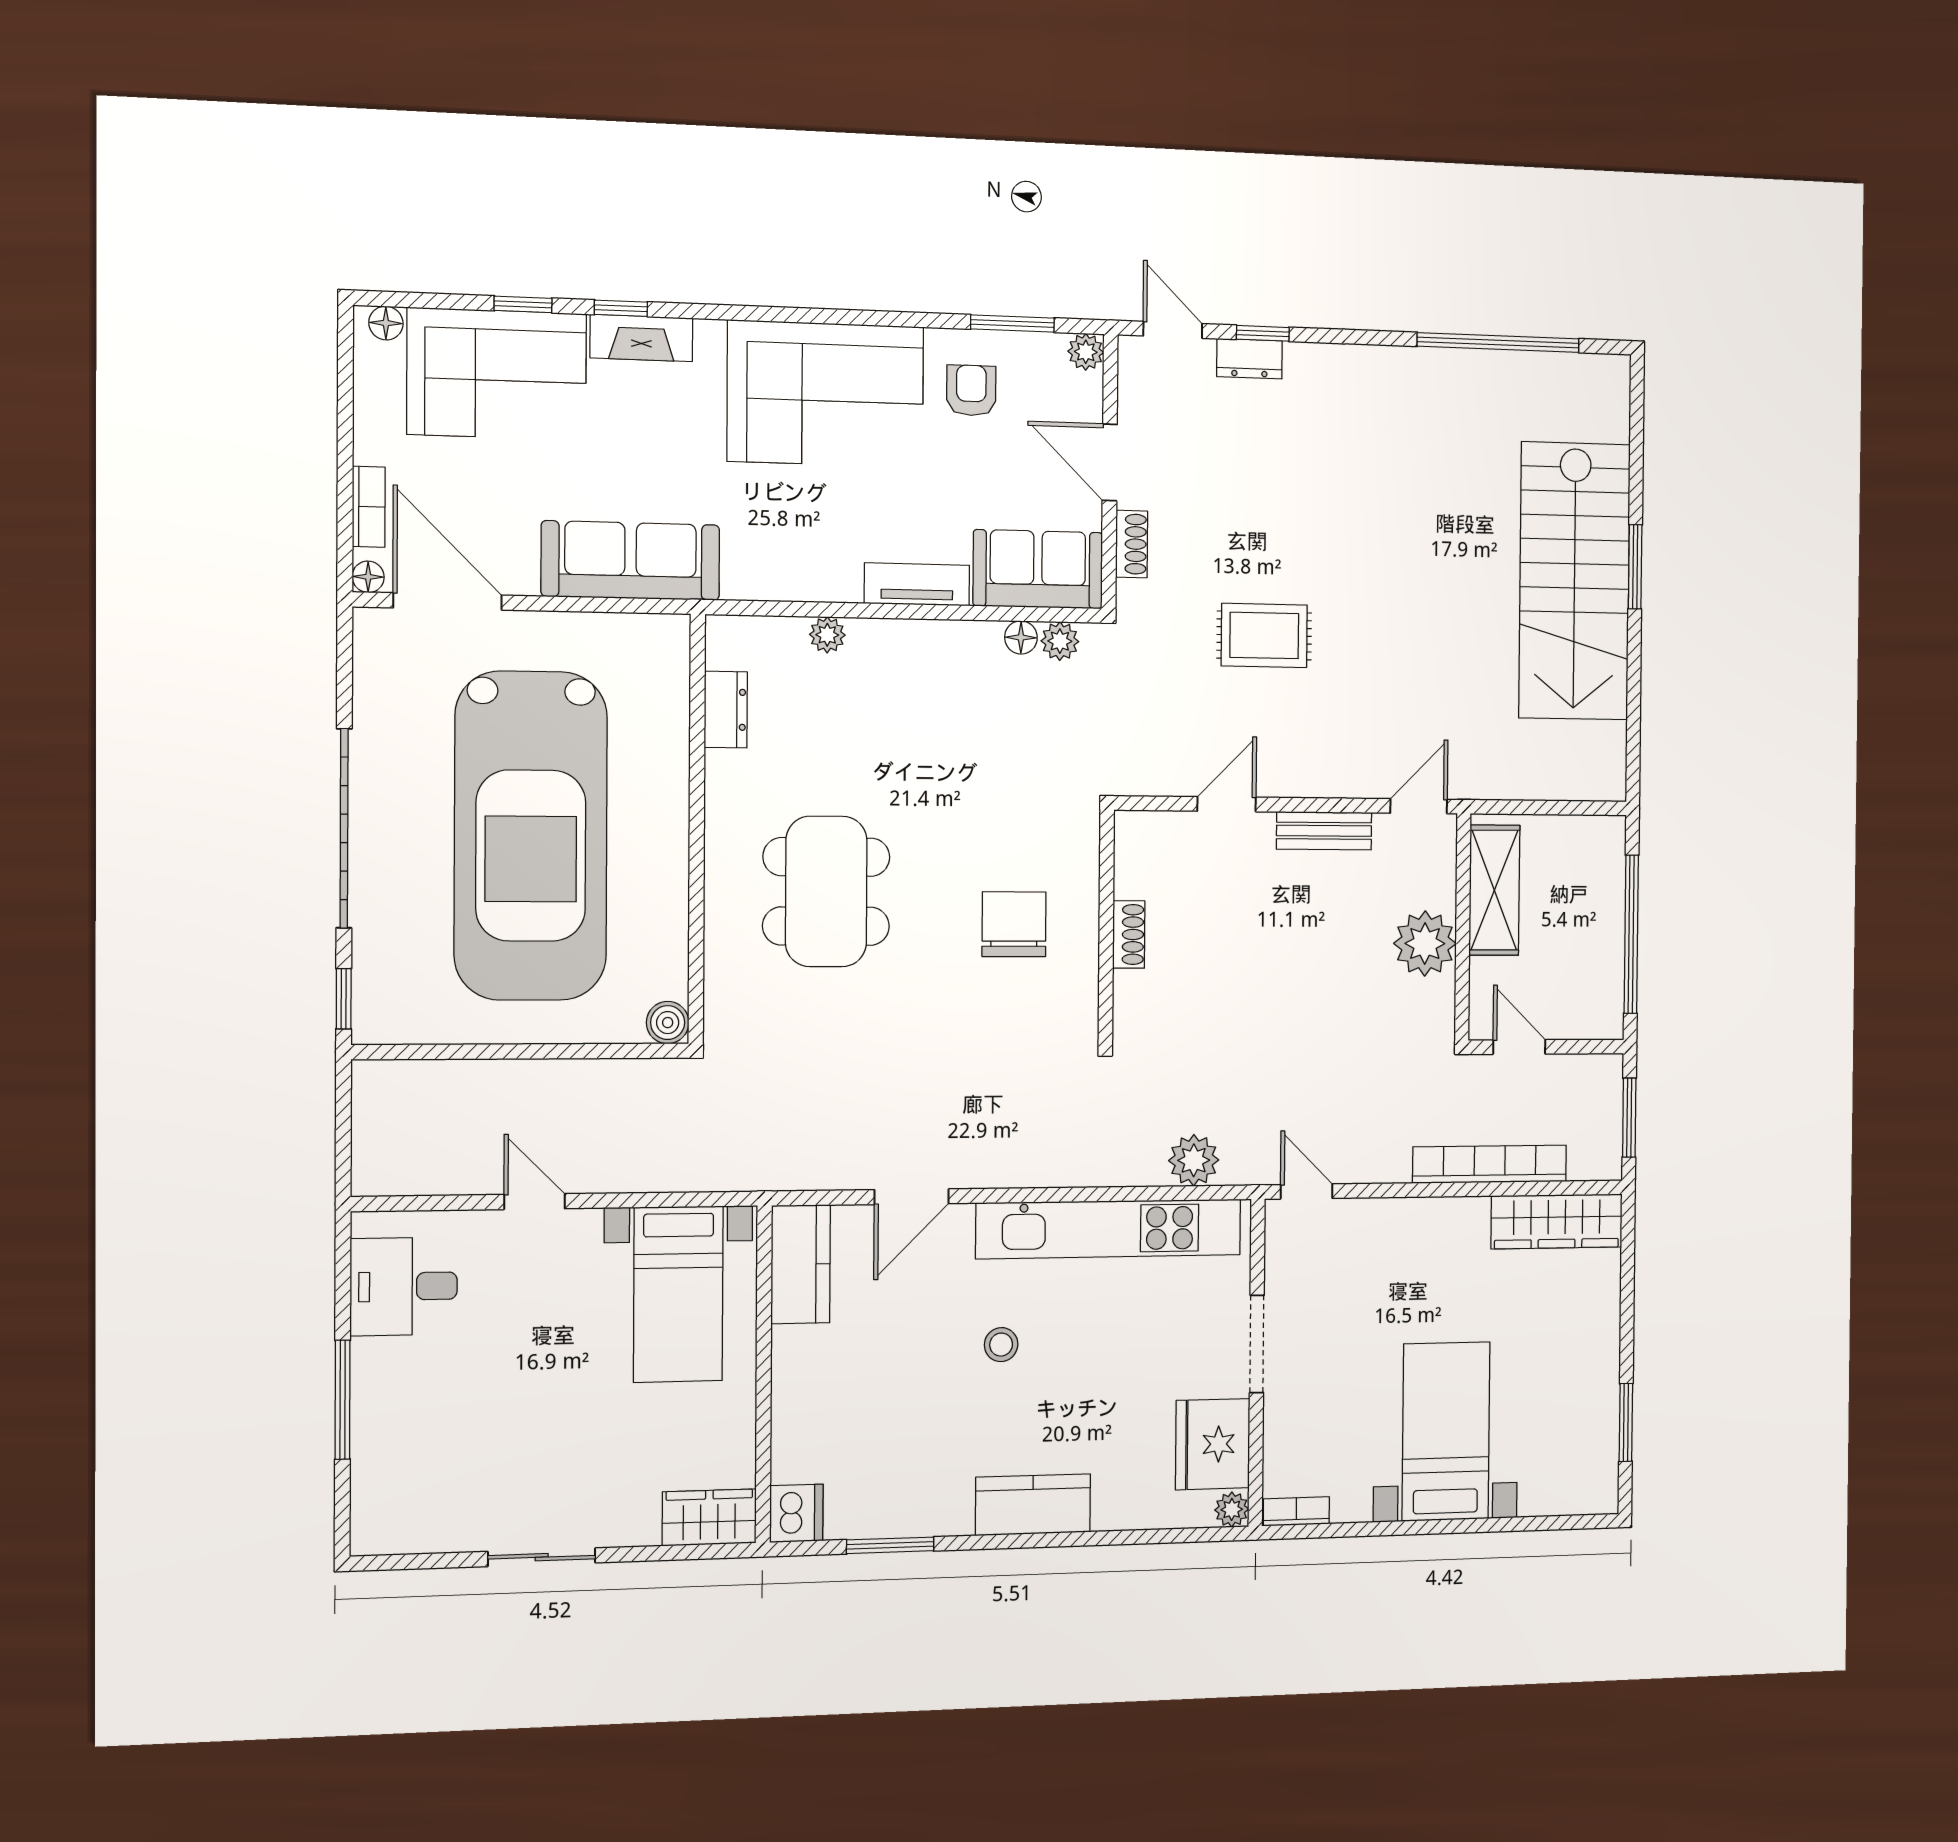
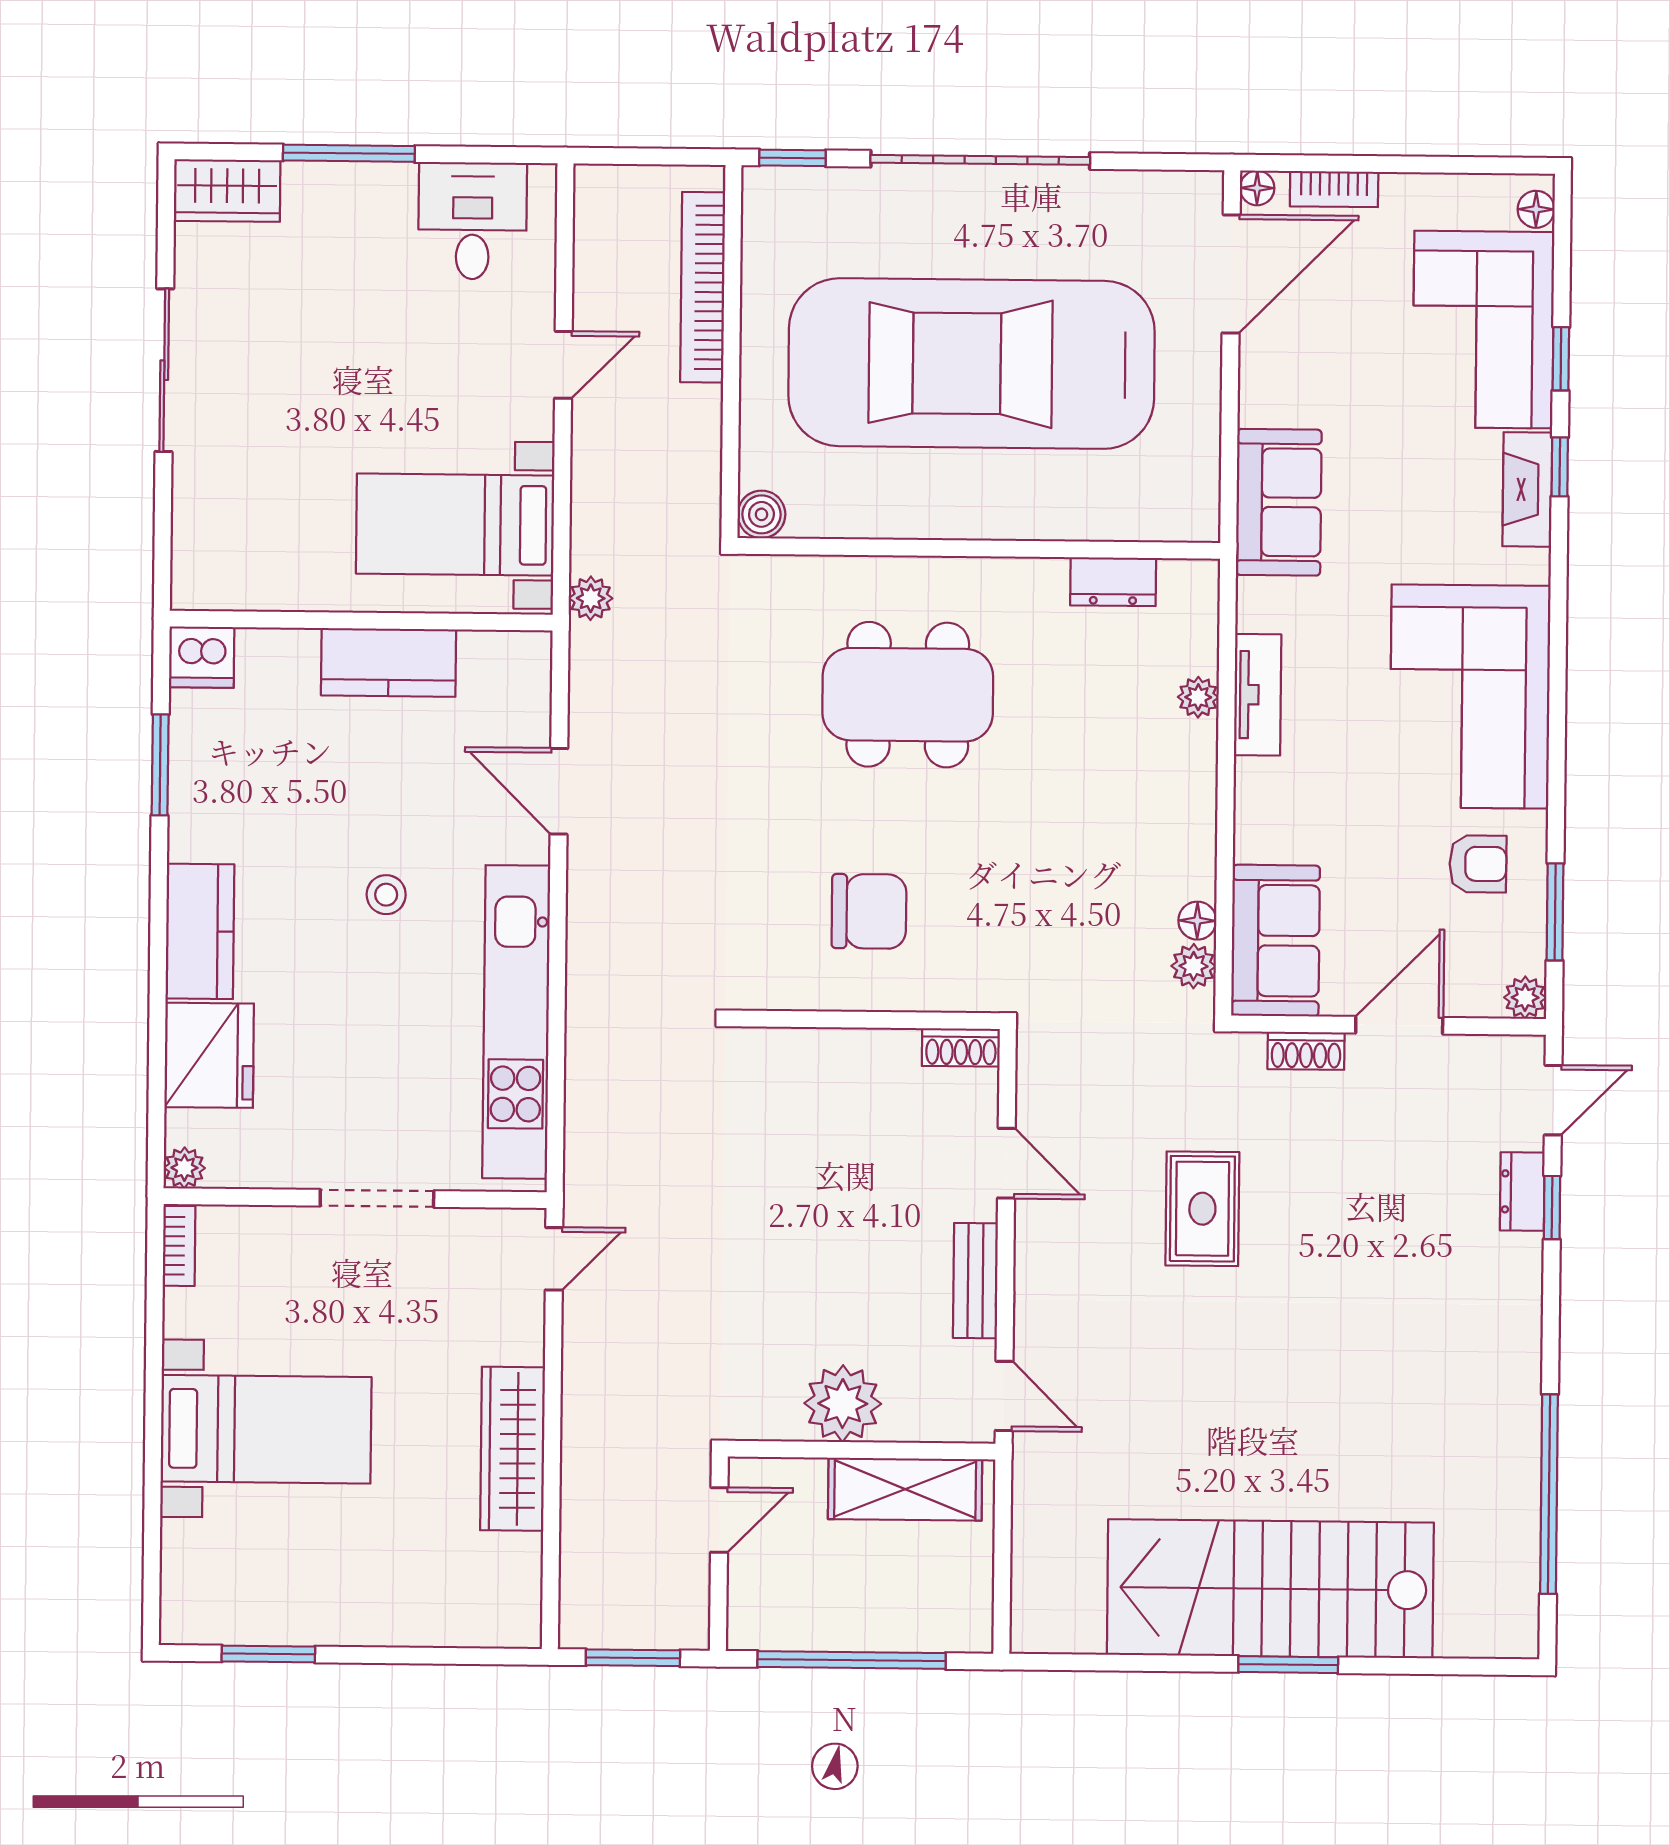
sofa: (631, 561) -> (1279, 502), width x0.73
tv unit: (917, 584) -> (1258, 695), moved
shoe rack: (1129, 934) -> (961, 1047), moved
plant: (1194, 1160) -> (591, 598), moved, width x0.73, depth x0.73
bookcase: (1490, 1164) -> (703, 287), moved, turned 180
wardrobe: (1557, 1221) -> (513, 1449), moved
kitchen counter: (801, 1264) -> (389, 662), moved
fridge: (1213, 1444) -> (209, 1055), moved, turned 90
wardrobe: (709, 1517) -> (227, 191), moved, turned 90
sliding door: (542, 1557) -> (164, 370), width x1.37

